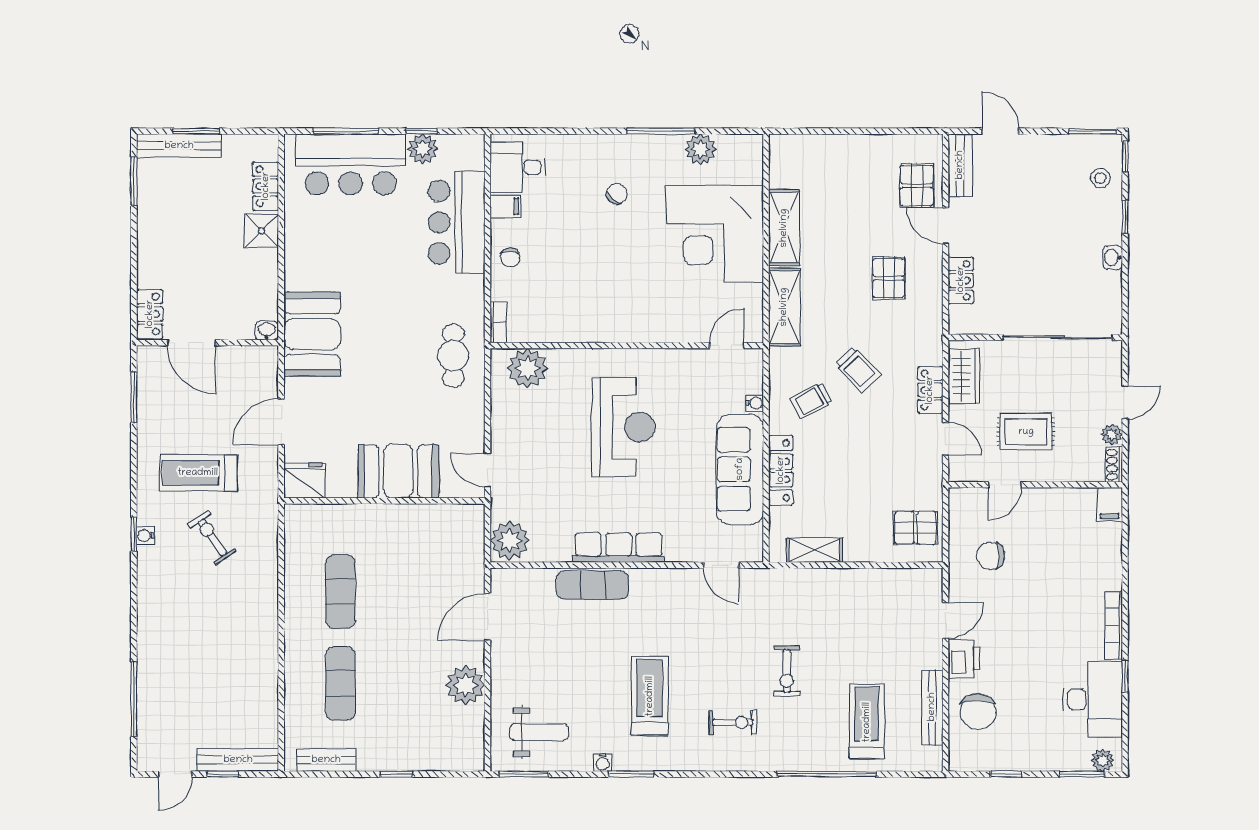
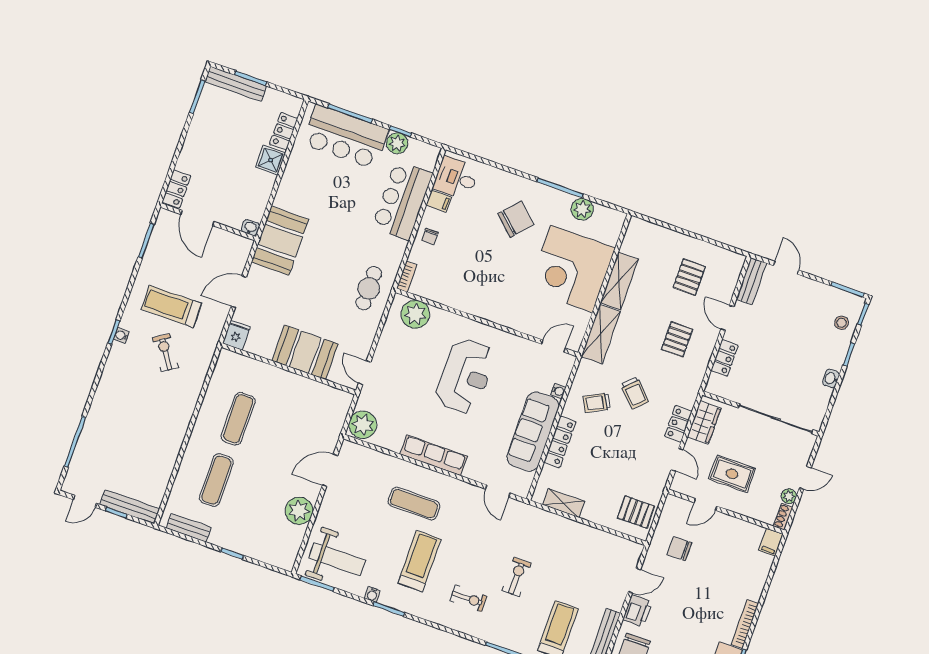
pallet: (917, 186) -> (689, 277), moved
chair: (617, 194) -> (516, 219), width x1.87, depth x1.87
fridge: (304, 480) -> (236, 335), width x0.72
exercise mat: (592, 585) -> (414, 504), moved
exercise bike: (787, 671) -> (517, 577), turned 180
weight bench: (539, 732) -> (337, 559), width x1.36, depth x1.33

